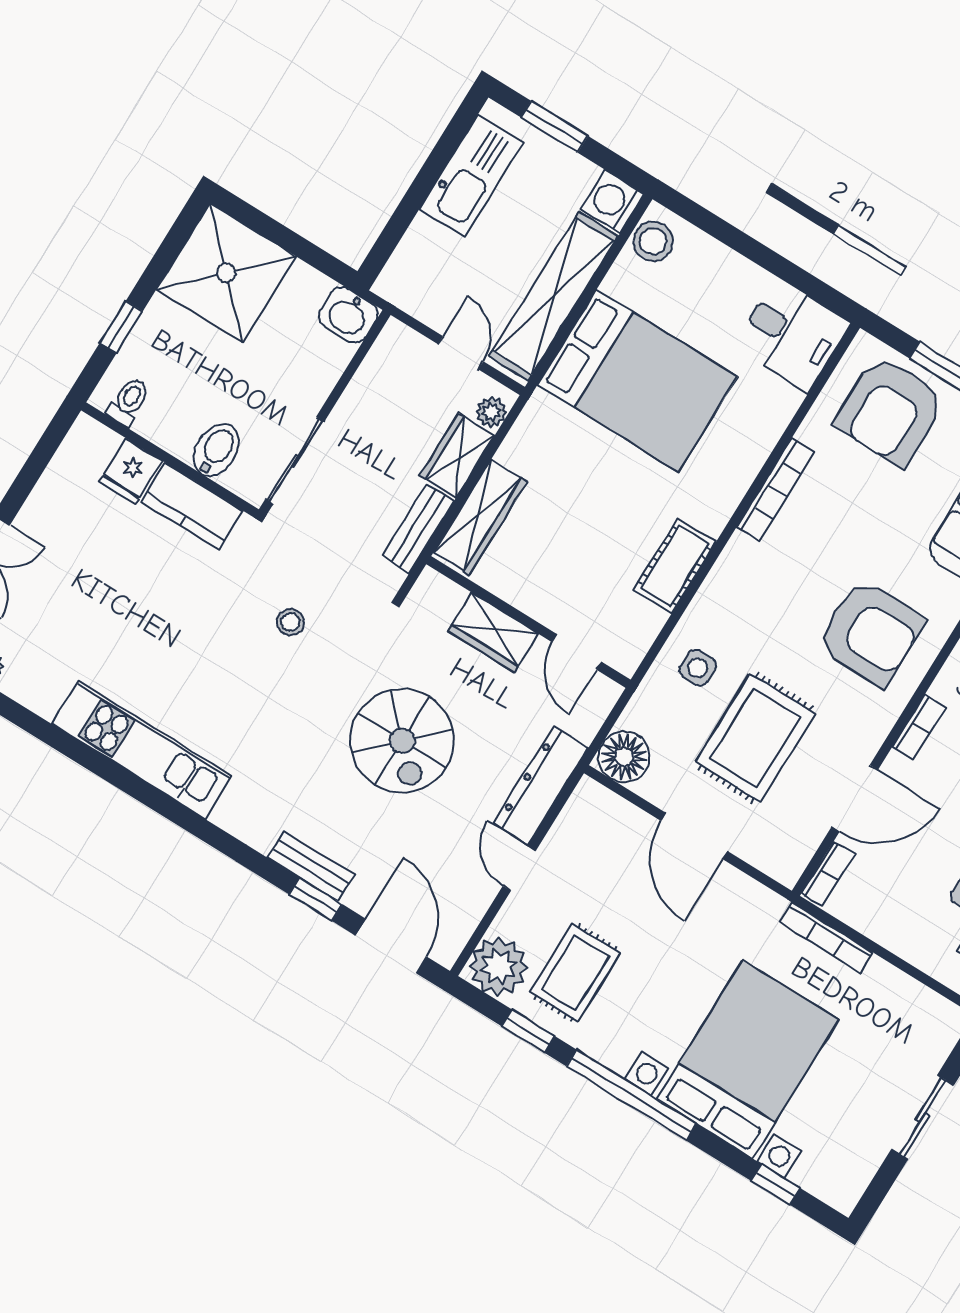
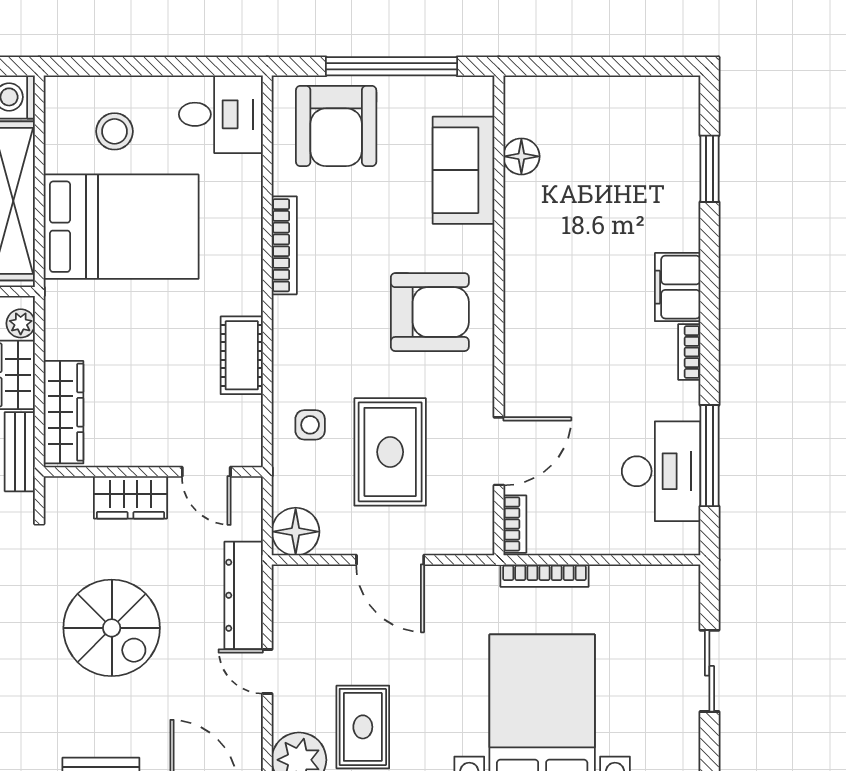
stool: (653, 241) -> (115, 131), moved
bookcase: (919, 727) -> (515, 363), removed

